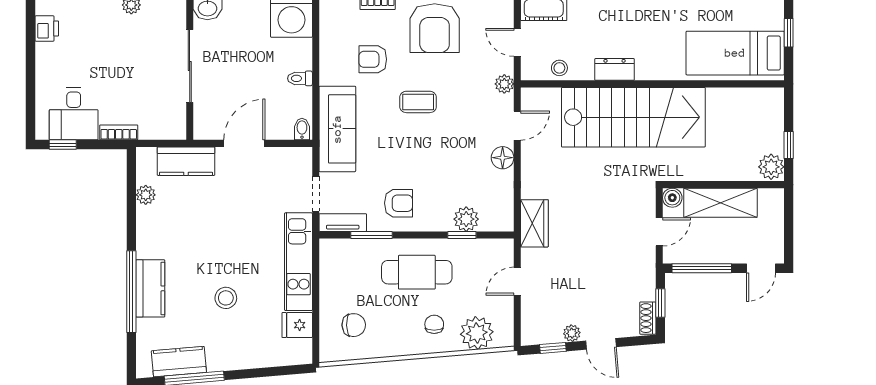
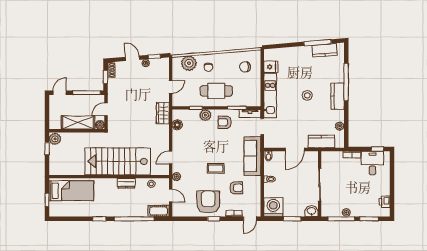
floor lamp: (503, 158) -> (177, 125), moved
plant: (466, 219) -> (205, 115), moved
kitchen counter: (150, 288) -> (338, 96), moved
stool: (226, 298) -> (307, 95), moved

